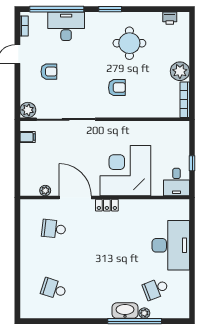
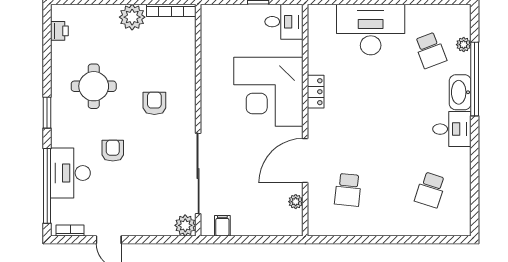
armchair: (49, 72) -> (113, 151), moved
locker: (107, 205) -> (316, 92), moved
desk: (98, 305) -> (452, 129), added
plant: (144, 313) -> (464, 45), moved

